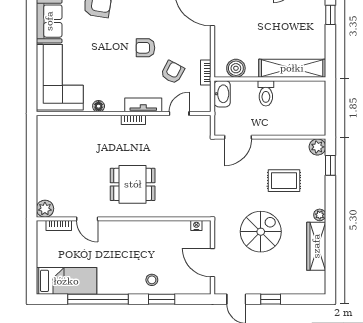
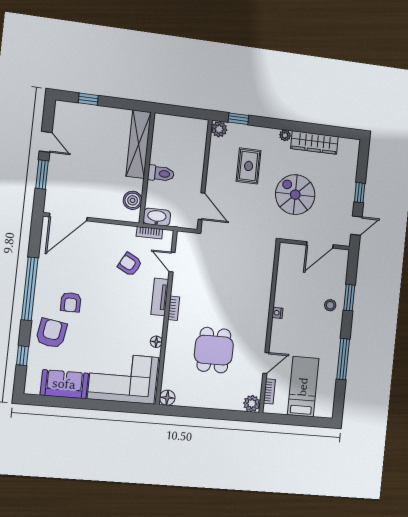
armchair: (145, 48) -> (71, 302), moved
bookcase: (206, 73) -> (149, 233), moved
floor lamp: (44, 123) -> (167, 398), added
dining table: (133, 184) -> (214, 350), moved
nightstand: (196, 226) -> (277, 313), moved
bed: (66, 281) -> (303, 387), moved
window: (98, 299) -> (343, 359), width x0.68

